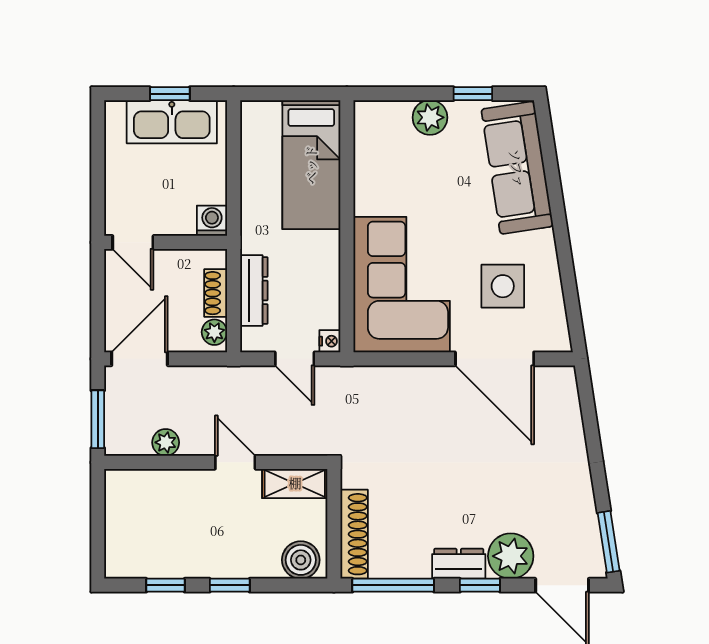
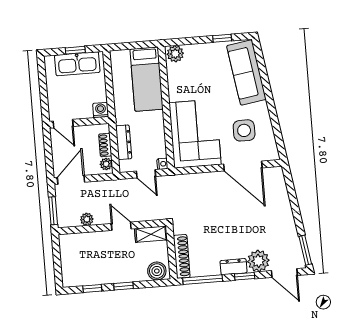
plant: (430, 117) -> (175, 54), moved

